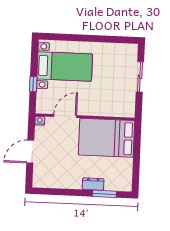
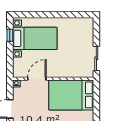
sliding door: (140, 77) -> (96, 58), moved
window: (33, 84) -> (10, 35), moved

